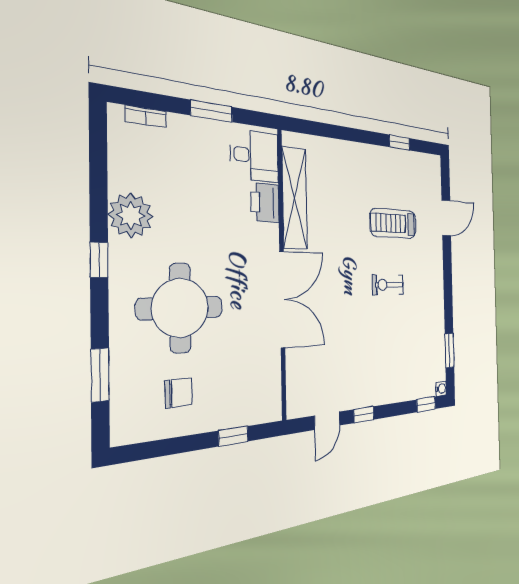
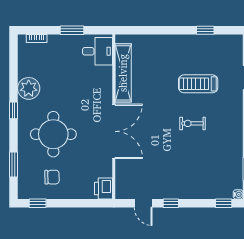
printer: (265, 203) -> (104, 188), moved
door: (327, 421) -> (143, 203), hinge flipped
window: (233, 436) -> (38, 203), moved

